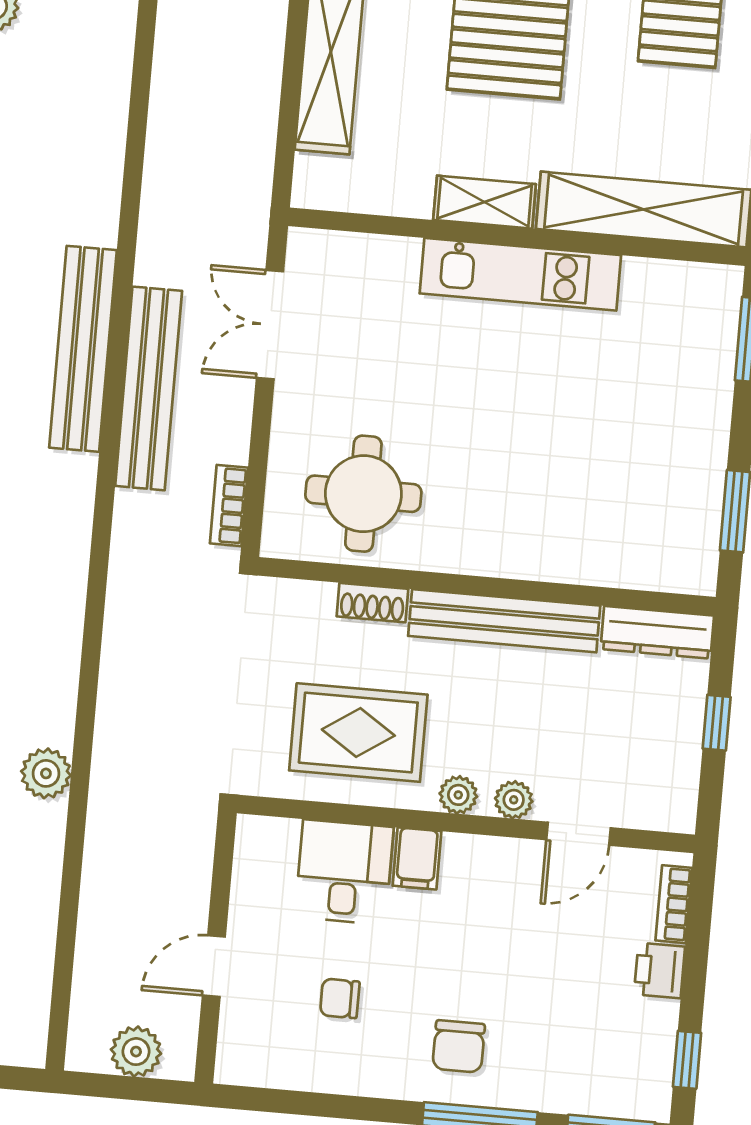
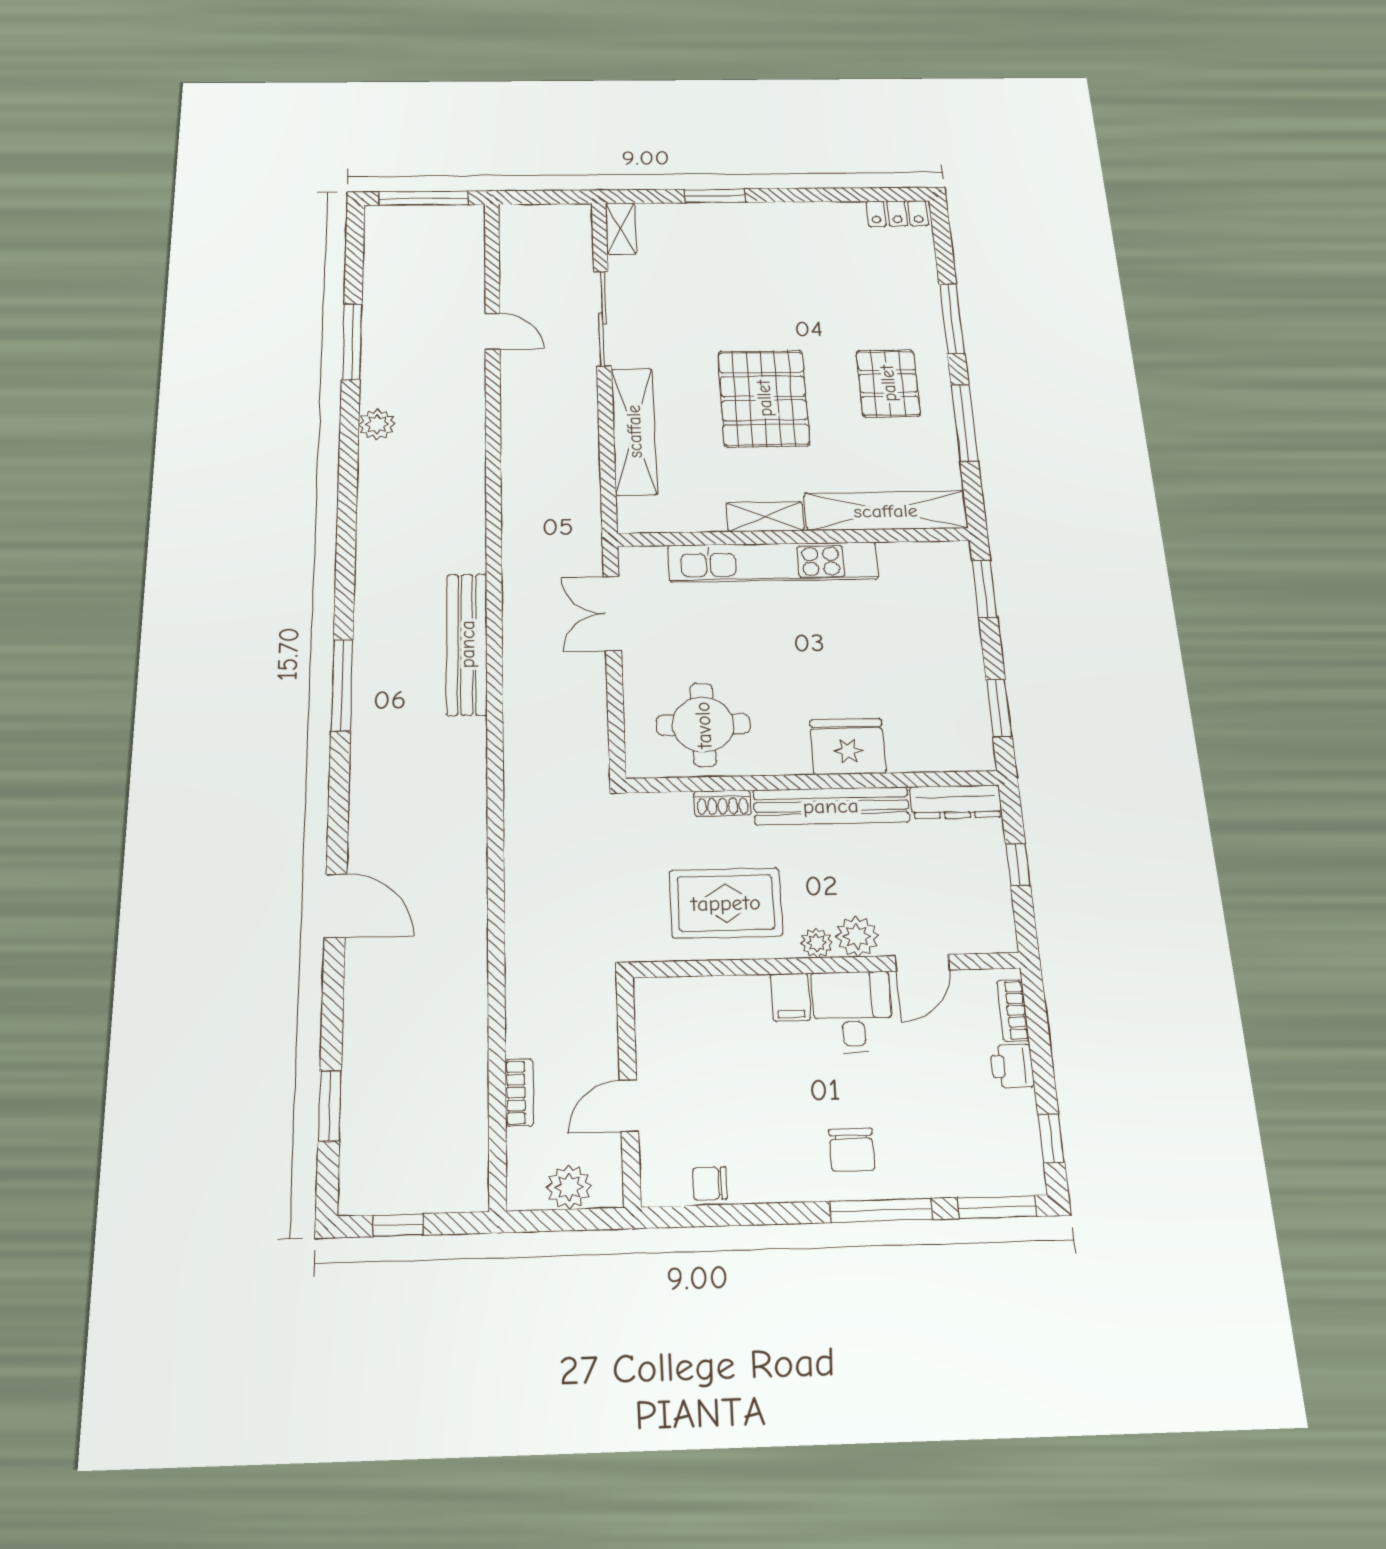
kitchen unit: (520, 274) -> (773, 562), width x1.36
bench: (149, 388) -> (522, 667), removed
bookcase: (229, 505) -> (519, 1092), moved, turned 180
fridge: (538, 543) -> (848, 746), added
plant: (46, 773) -> (467, 963), removed
plant: (514, 800) -> (857, 936), width x1.38, depth x1.38
desk: (344, 872) -> (852, 1012), moved
chair: (340, 998) -> (710, 1183), moved

